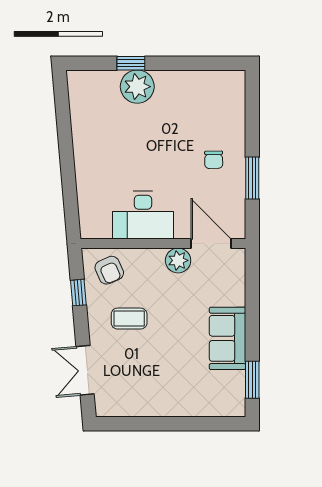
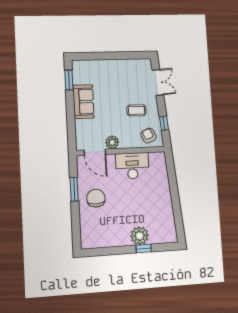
chair: (214, 160) -> (96, 198), width x1.87, depth x1.87

